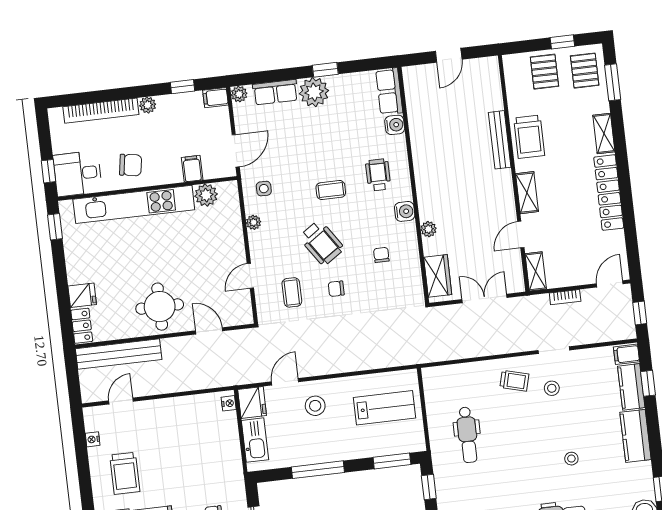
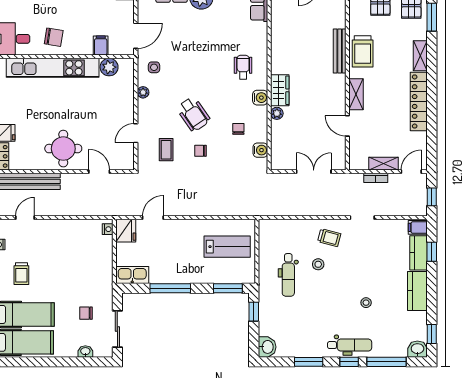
water cooler: (395, 125) -> (260, 150), moved
coffee table: (331, 190) -> (205, 74), removed
door: (521, 235) -> (347, 126), hinge flipped
shelving: (536, 271) -> (384, 164), moved, turned 90
wardrobe: (438, 276) -> (280, 90), moved
stool: (552, 388) -> (318, 264), moved
stool: (315, 406) -> (174, 239), removed
kitchen sink: (255, 440) -> (132, 275), moved, turned -90
trolley: (125, 473) -> (21, 274), width x0.73, depth x0.72

